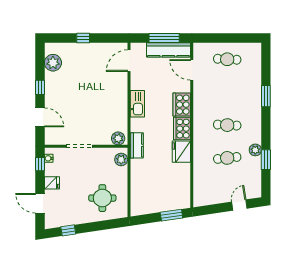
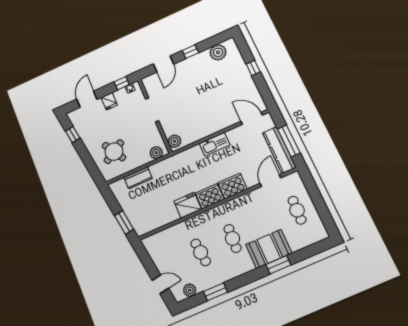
booth: (249, 98) -> (269, 249), added
kitchen counter: (137, 145) -> (138, 178), moved
plant: (255, 150) -> (190, 290), moved
round table: (102, 198) -> (114, 152), turned -31

